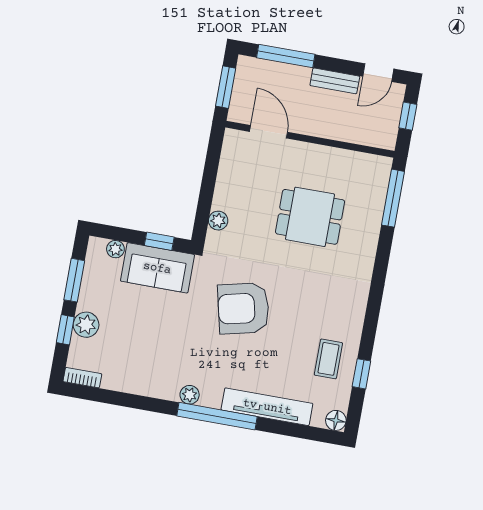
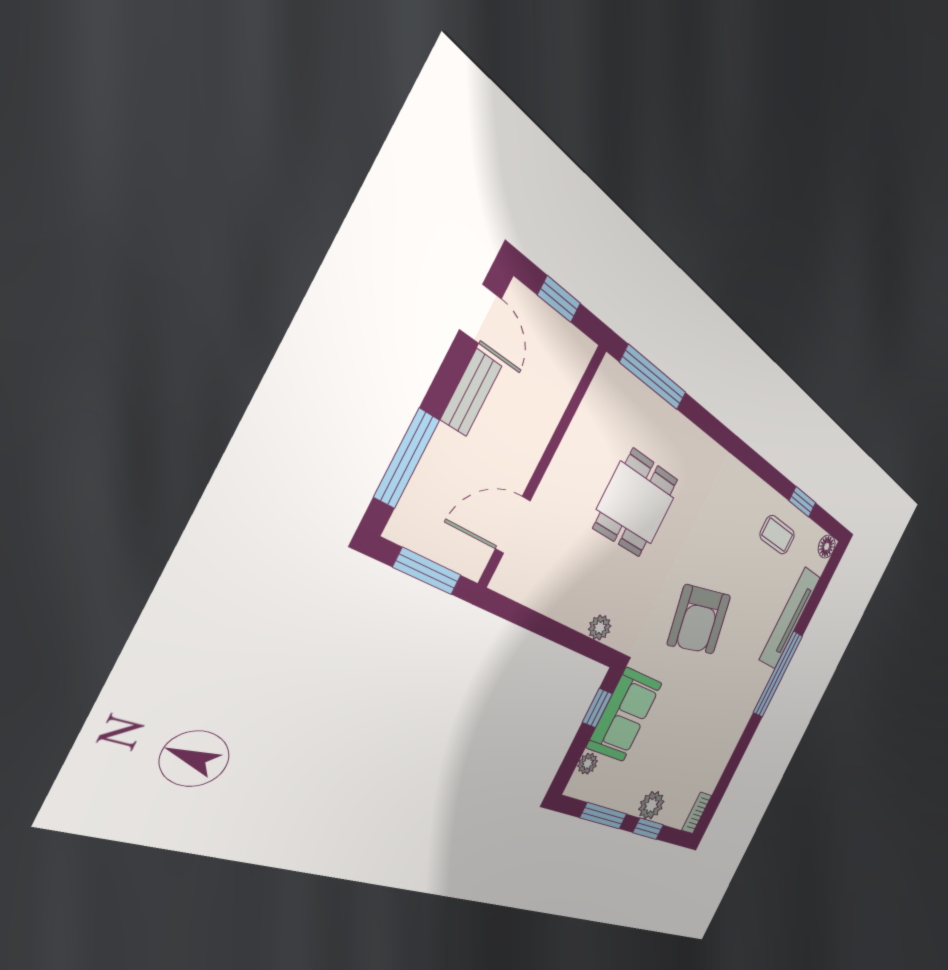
plant: (190, 395) -> (751, 700), removed

